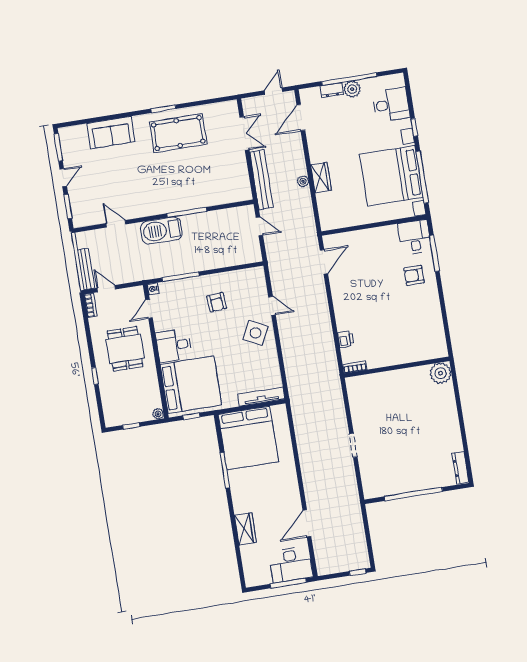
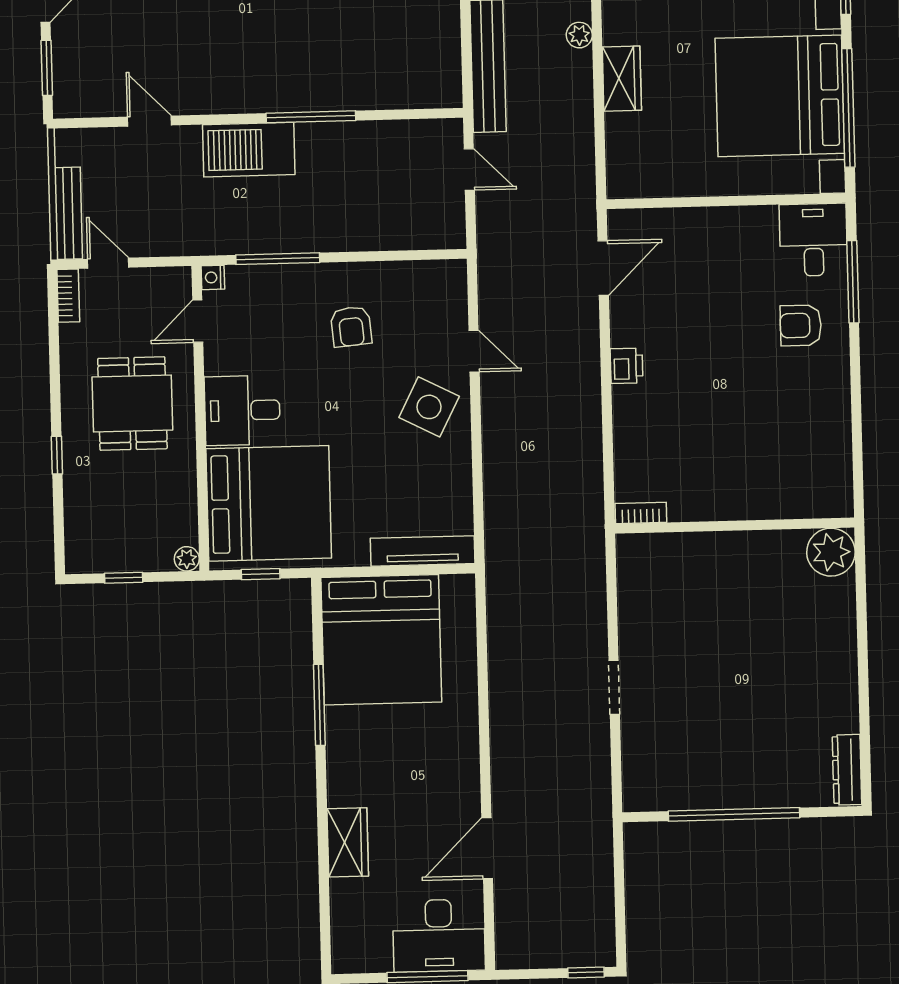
plant: (303, 181) -> (579, 35), moved
printer: (346, 339) -> (627, 366), moved

